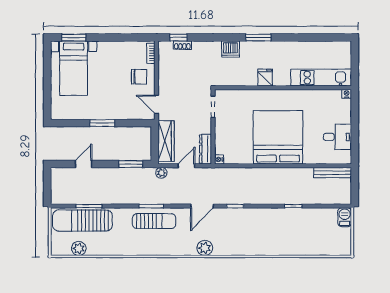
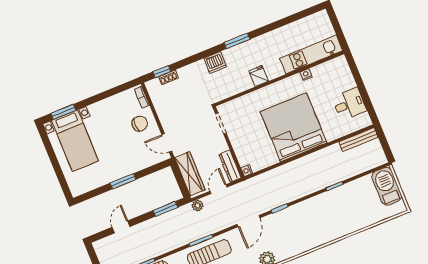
nightstand: (347, 94) -> (306, 74), moved
barbecue: (345, 217) -> (387, 186), width x1.88, depth x1.53

